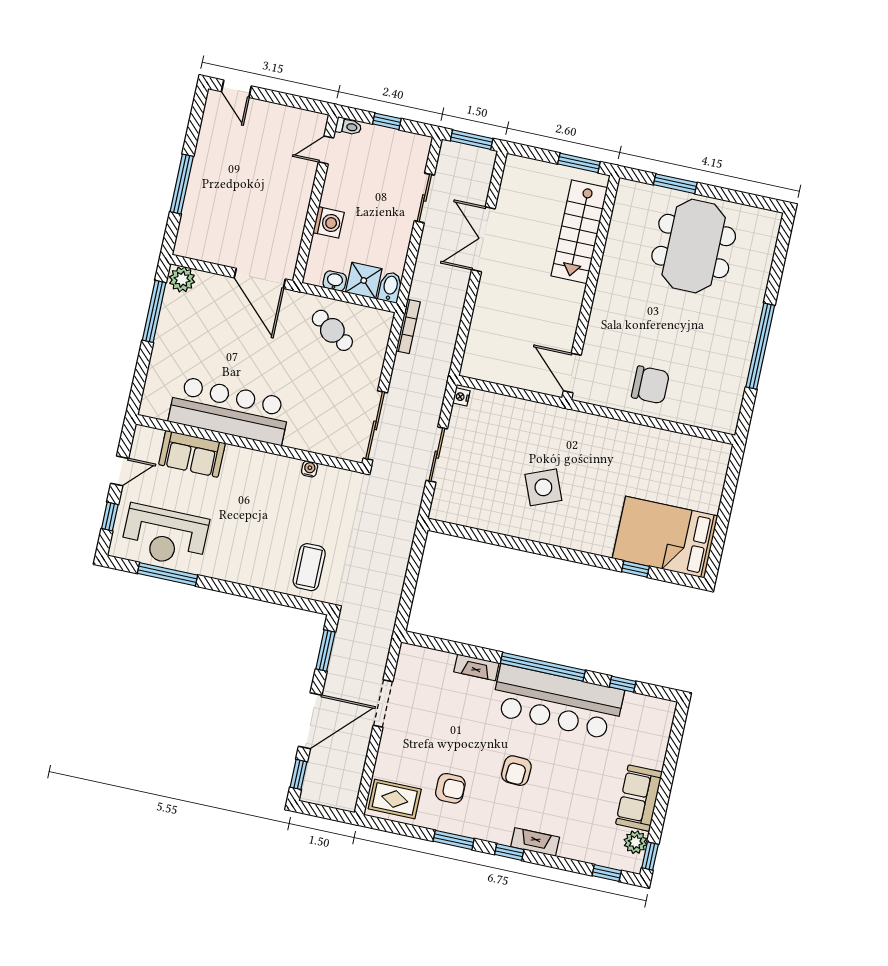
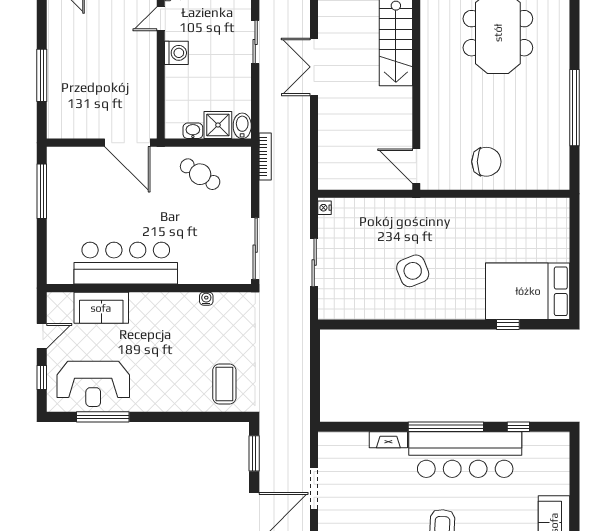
washing machine: (328, 222) -> (176, 53), moved
plant: (182, 279) -> (60, 158), removed

